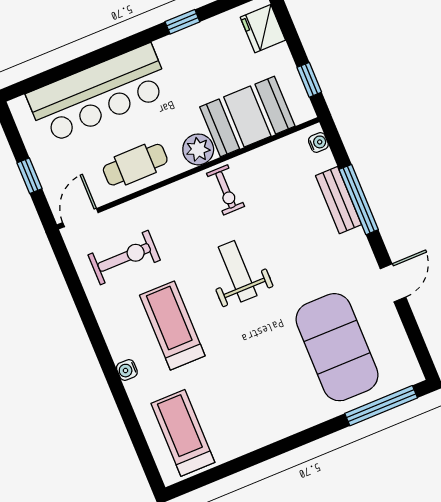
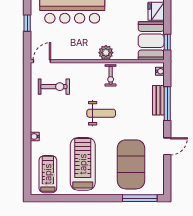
booth: (247, 117) -> (151, 41), moved, turned 90
cafe table: (135, 165) -> (76, 48), removed
window: (30, 176) -> (27, 23), moved
weight bench: (238, 271) -> (101, 113), turned 90
treadmill: (172, 325) -> (83, 164), moved, width x1.37, depth x1.38

